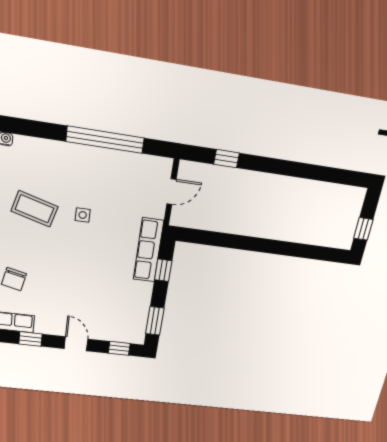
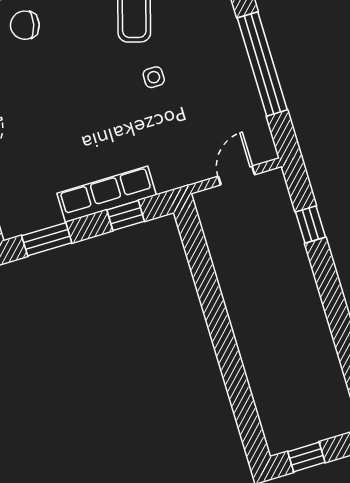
door: (171, 192) -> (236, 175), swing flipped
row of seats: (148, 250) -> (107, 194), moved

